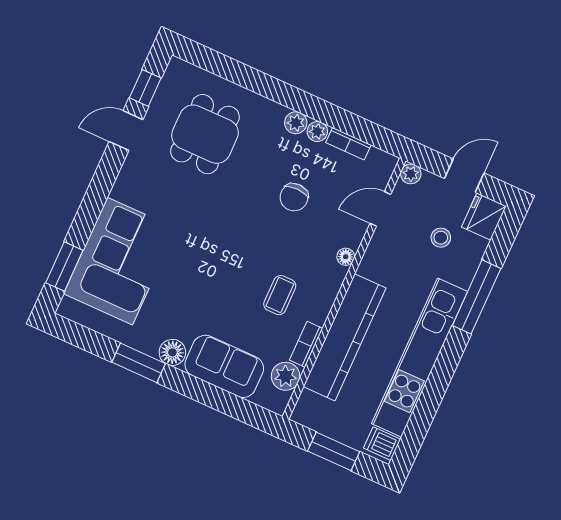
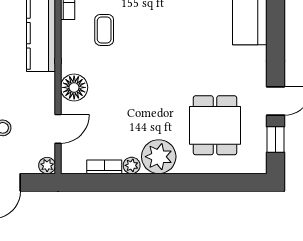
plant: (296, 123) -> (159, 157), width x1.87, depth x1.87
chair: (294, 197) -> (127, 108), removed
floor lamp: (346, 257) -> (74, 87), width x1.89, depth x1.89

